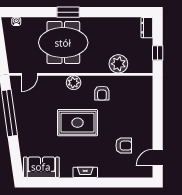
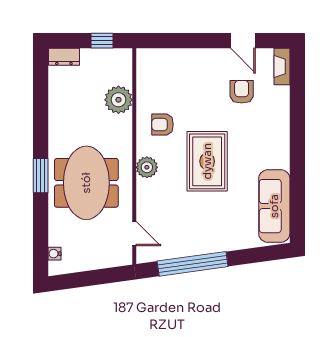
armchair: (102, 93) -> (163, 124), turned 180
door: (158, 158) -> (243, 41), moved
sofa: (41, 167) -> (274, 206), width x1.36
fireplace: (85, 172) -> (282, 67), moved

